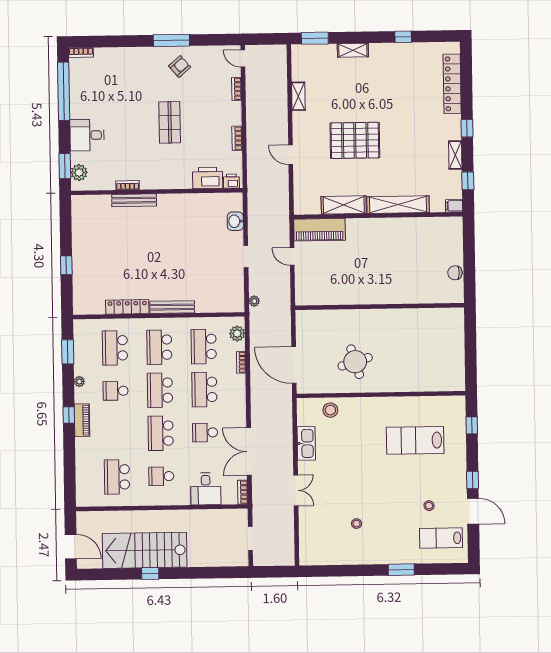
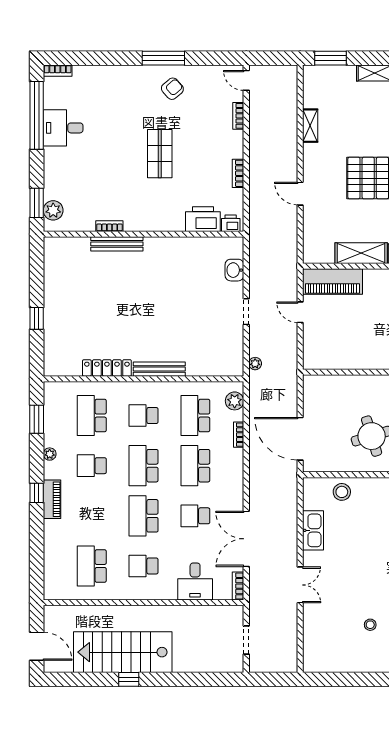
desk: (87, 135) -> (63, 128), moved
school desk: (159, 347) -> (144, 416), width x0.54

